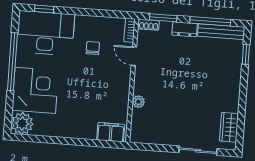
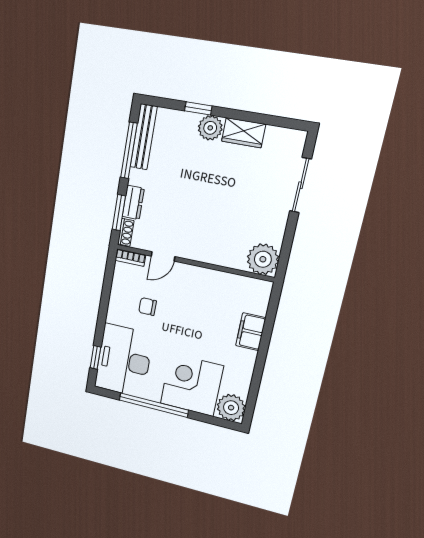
dresser: (185, 29) -> (133, 202), moved
window: (246, 54) -> (198, 108), moved
plant: (232, 81) -> (210, 128), added
plant: (138, 102) -> (263, 259), moved, width x1.87, depth x1.87
wardrobe: (229, 127) -> (244, 133), moved
filing cabinet: (111, 132) -> (251, 332), moved

